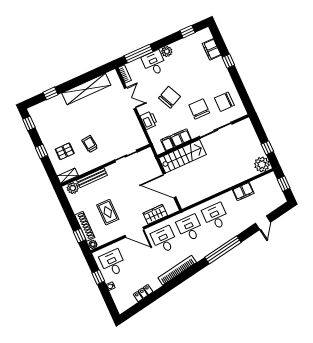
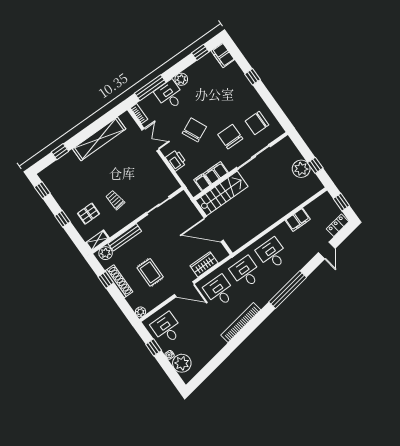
filing cabinet: (212, 49) -> (223, 55), moved
plant: (262, 164) -> (301, 169), moved
shoe rack: (85, 226) -> (119, 281), moved
window: (80, 236) -> (106, 280), moved
locker: (143, 293) -> (338, 225), moved
plant: (120, 295) -> (182, 363), added

